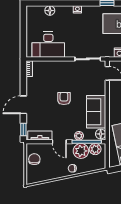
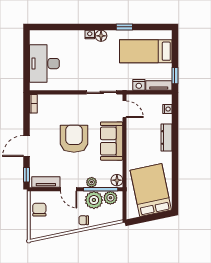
floor lamp: (50, 11) -> (101, 36), moved
desk: (48, 45) -> (44, 64), moved, turned 90
armchair: (64, 99) -> (74, 139), width x1.88, depth x1.88
sofa: (96, 112) -> (112, 141), moved

